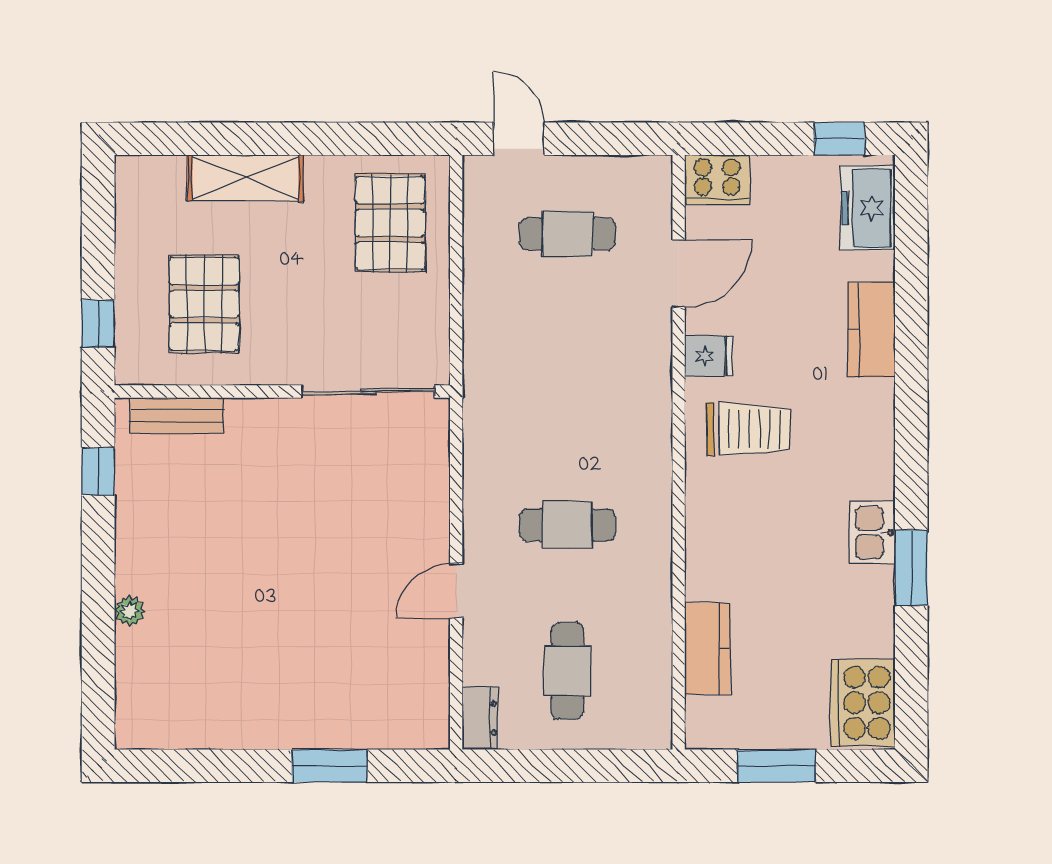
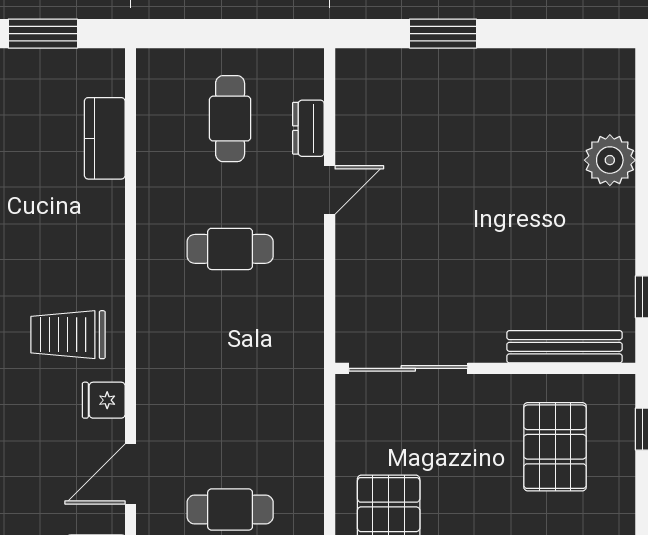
bench: (176, 416) -> (565, 347), width x1.36
plant: (130, 611) -> (610, 160), width x1.88, depth x1.88
dresser: (480, 718) -> (308, 128), moved

